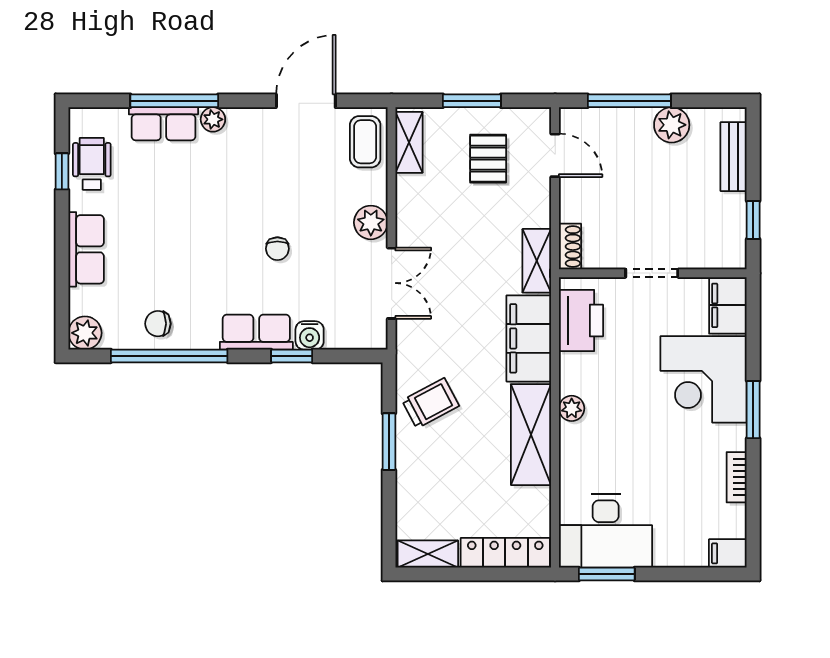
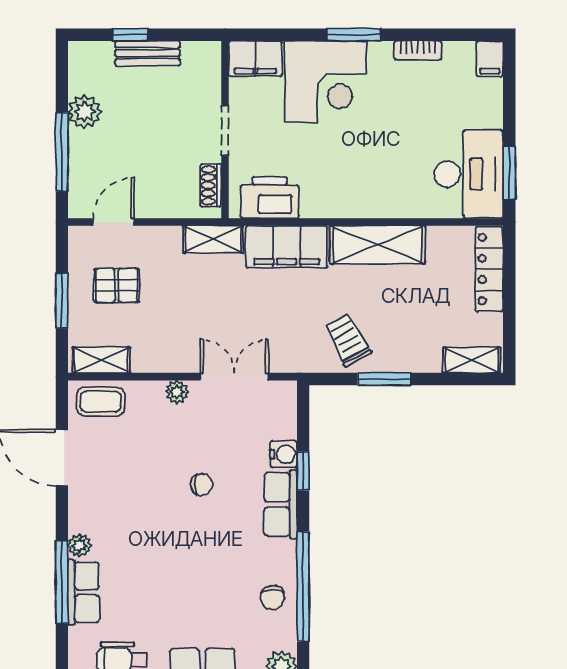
bench: (734, 157) -> (148, 53), moved
window: (753, 220) -> (130, 35), moved
plant: (371, 222) -> (177, 392), width x0.73, depth x0.73
shoe rack: (570, 246) -> (211, 185), moved, turned -90
plant: (572, 408) -> (353, 206), removed
shelving: (428, 554) -> (472, 360), moved, turned 90

